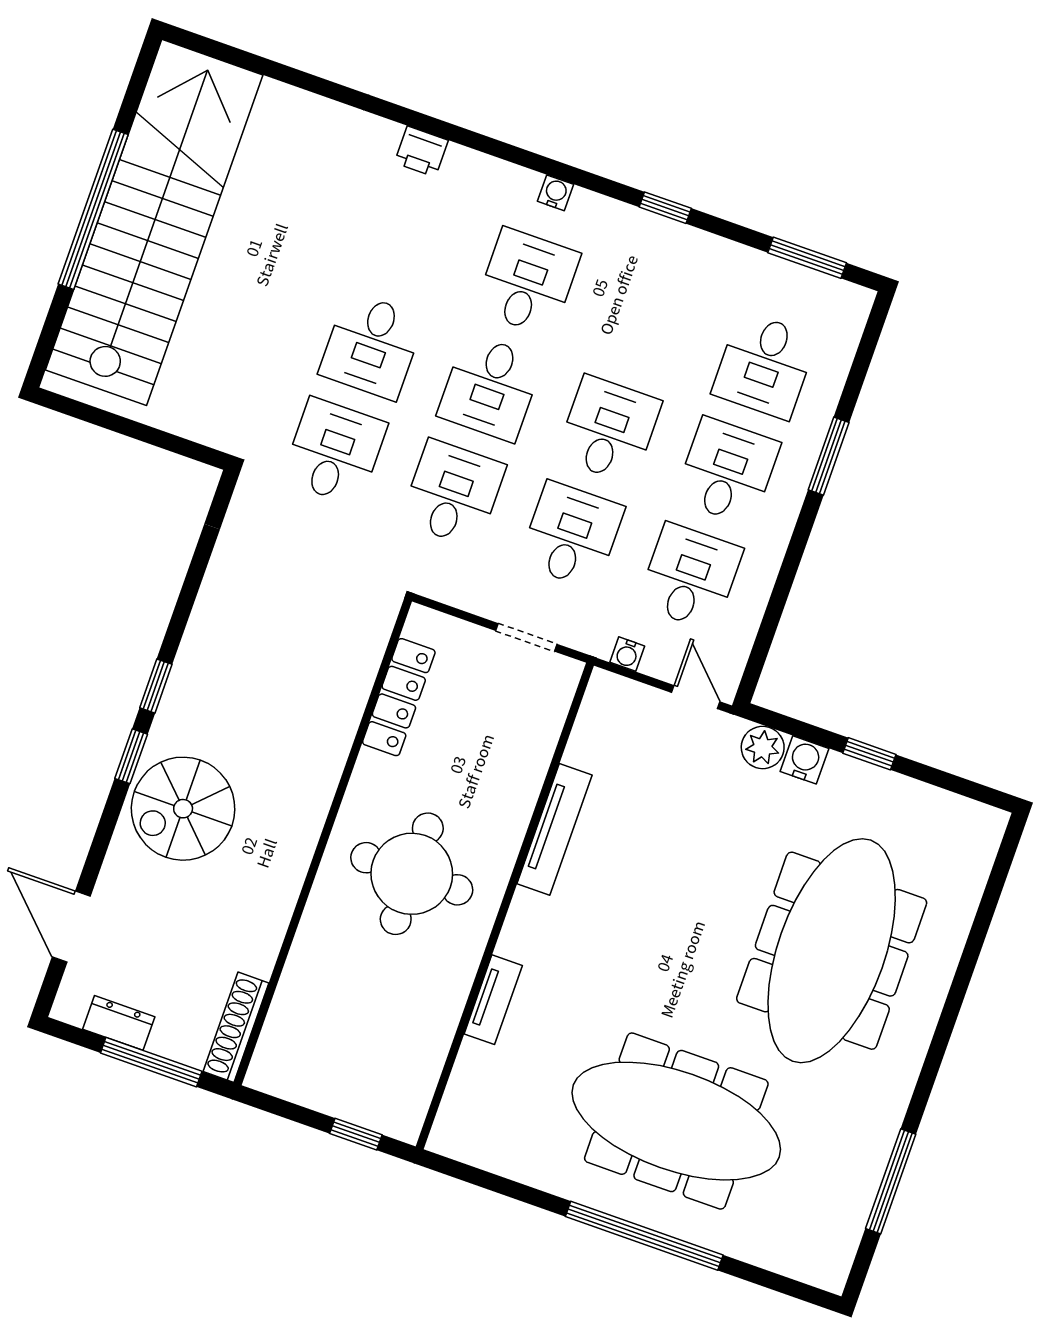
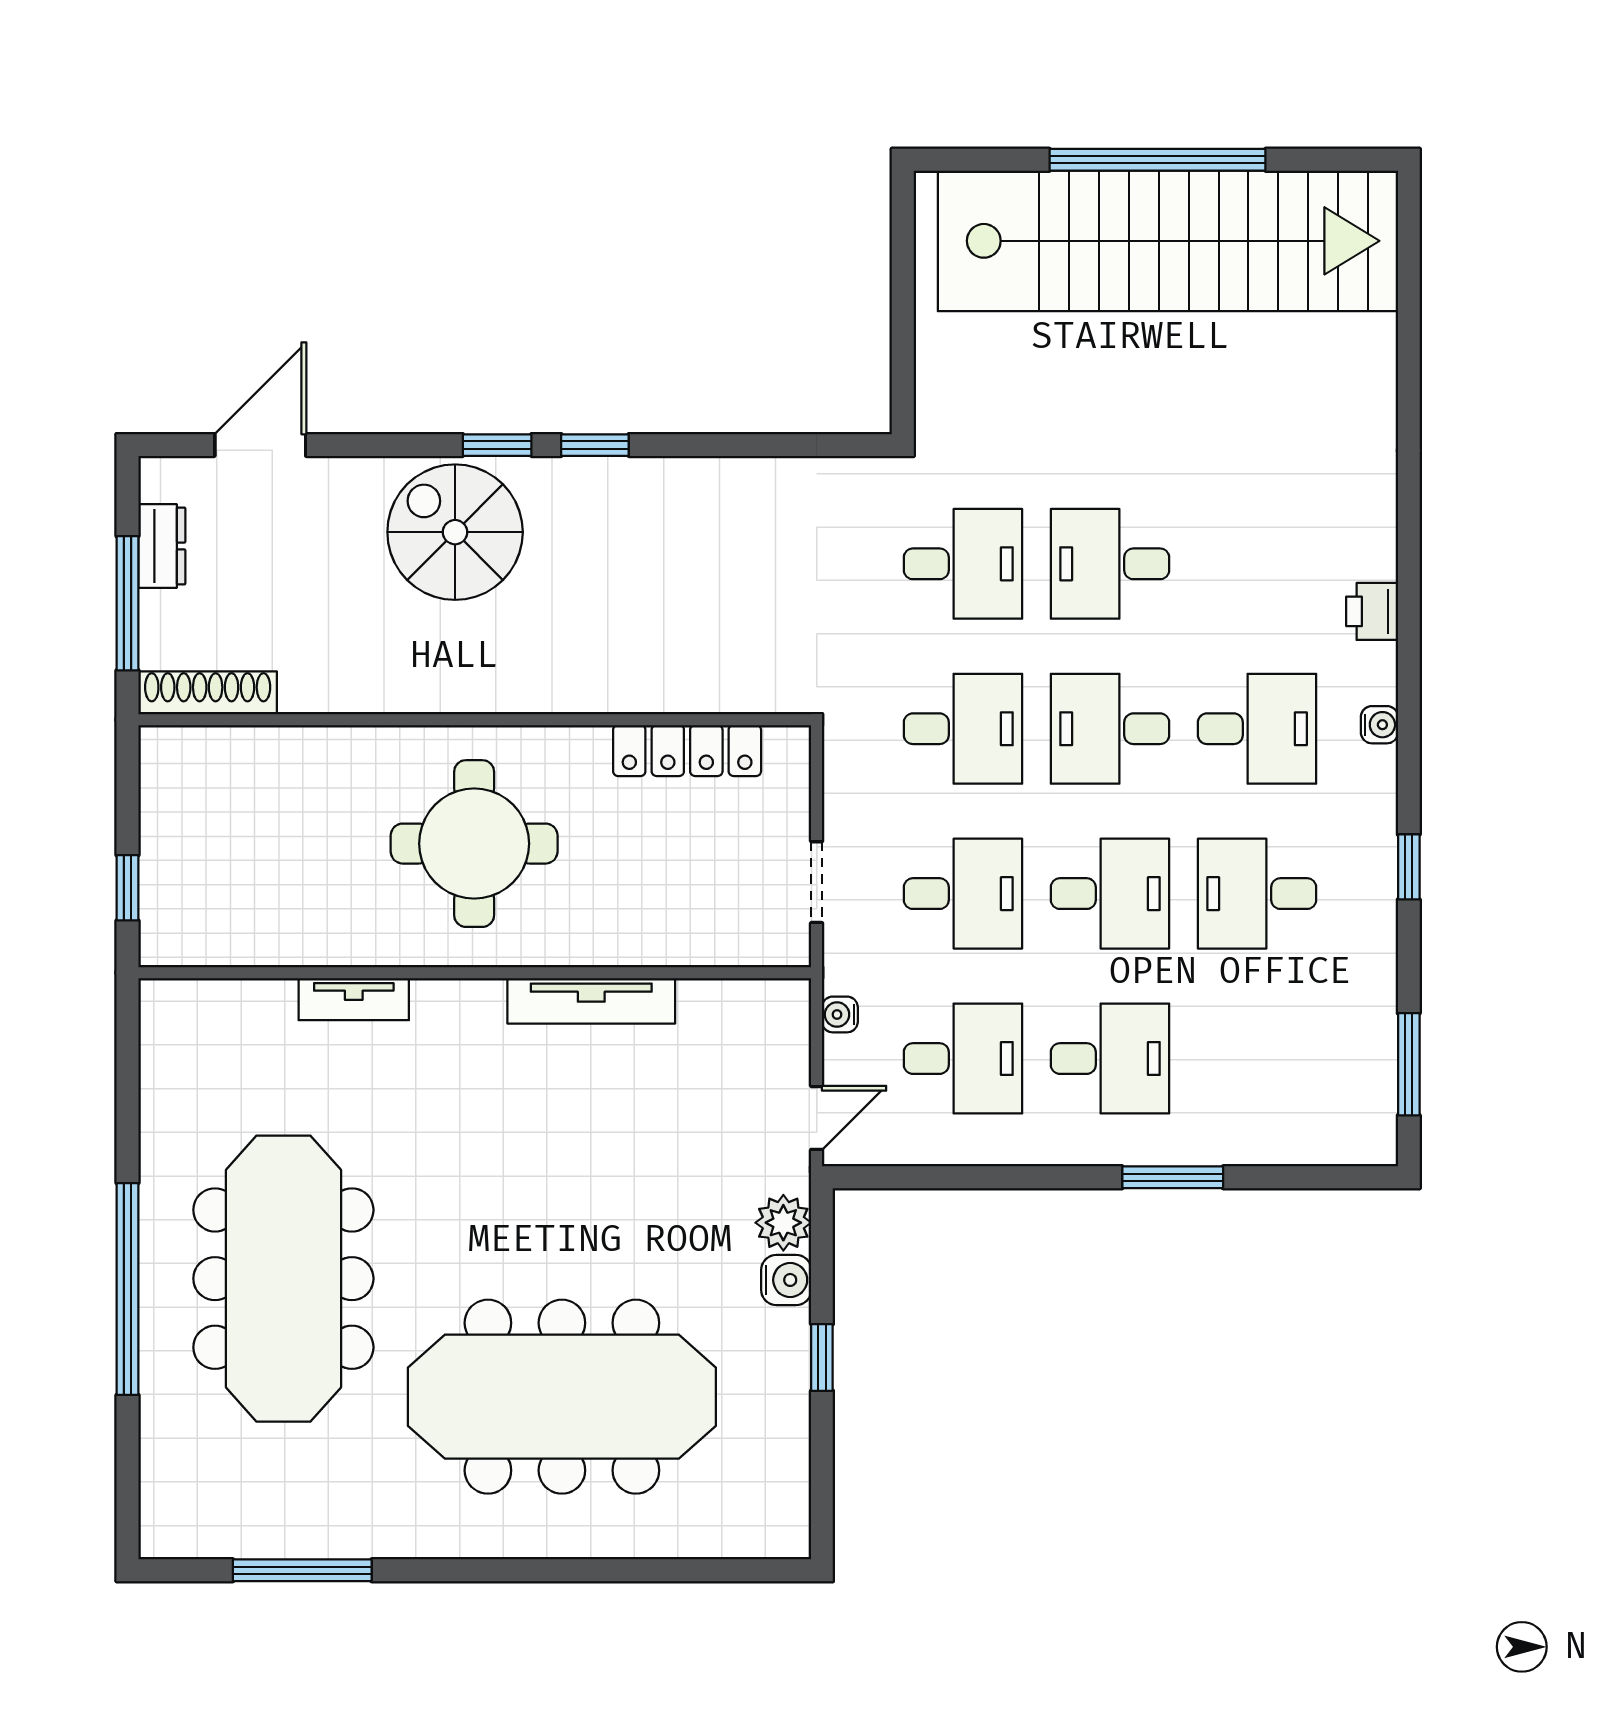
printer: (421, 151) -> (1372, 611), moved
desk: (765, 365) -> (1257, 894), moved

